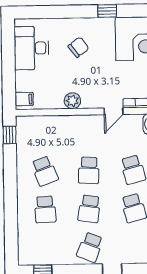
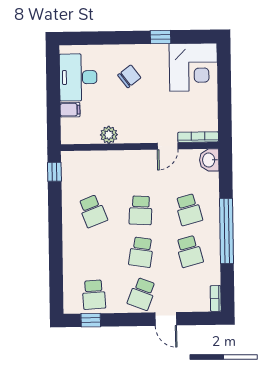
filing cabinet: (24, 99) -> (70, 110), moved
plant: (72, 101) -> (109, 135), moved
school desk: (45, 209) -> (94, 295), moved

